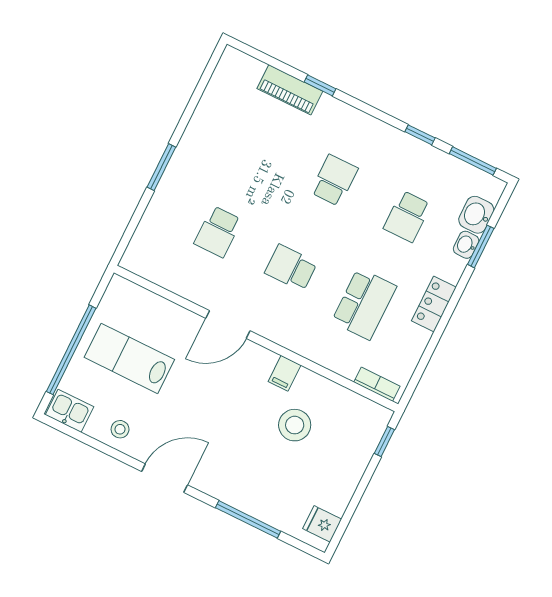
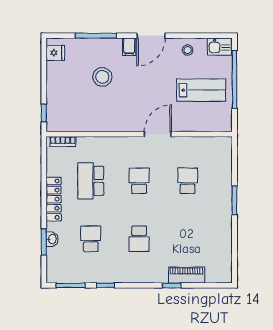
washbasin: (476, 215) -> (55, 258), removed
school desk: (291, 268) -> (139, 181), turned -90
locker: (434, 304) -> (54, 199), width x1.53
filing cabinet: (285, 373) -> (129, 47), moved, turned 180
stool: (295, 425) -> (102, 77), moved

